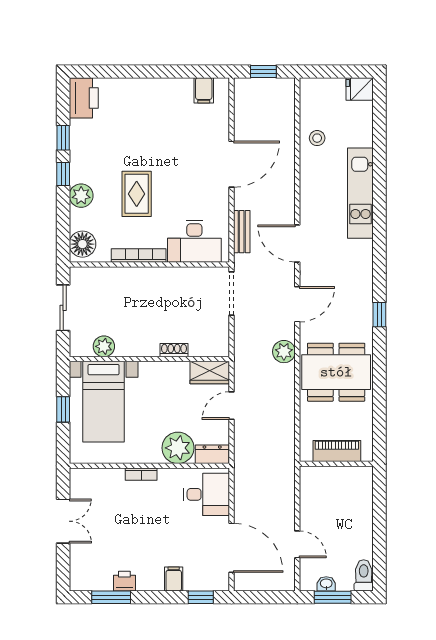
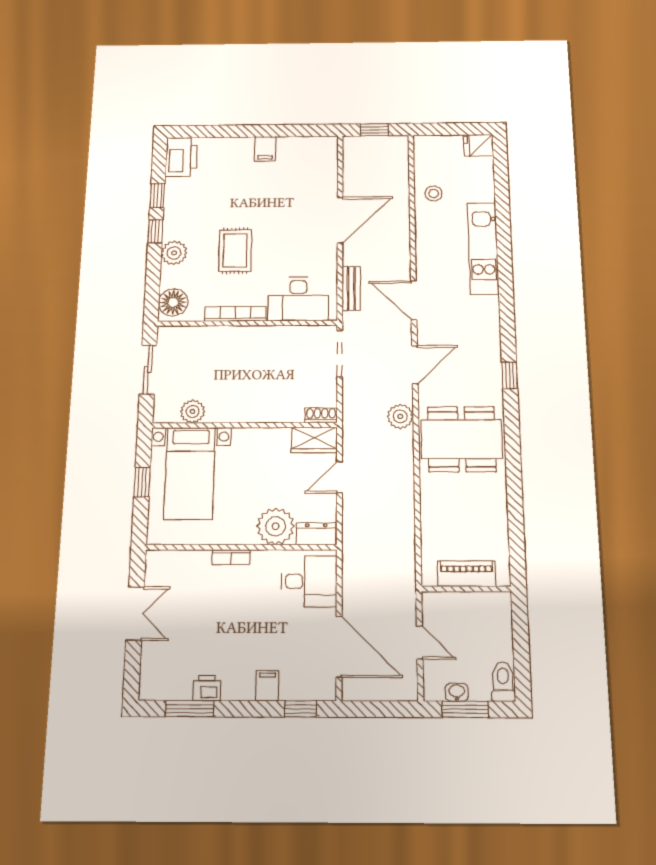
filing cabinet: (204, 90) -> (265, 149), moved
shoe rack: (174, 350) -> (321, 415), moved
piano: (337, 451) -> (466, 574), moved
wall: (336, 464) -> (466, 589), moved

